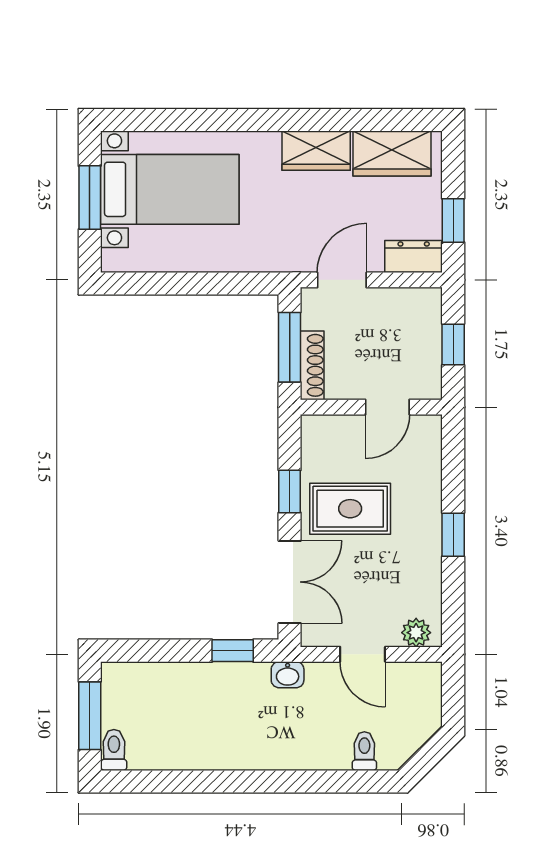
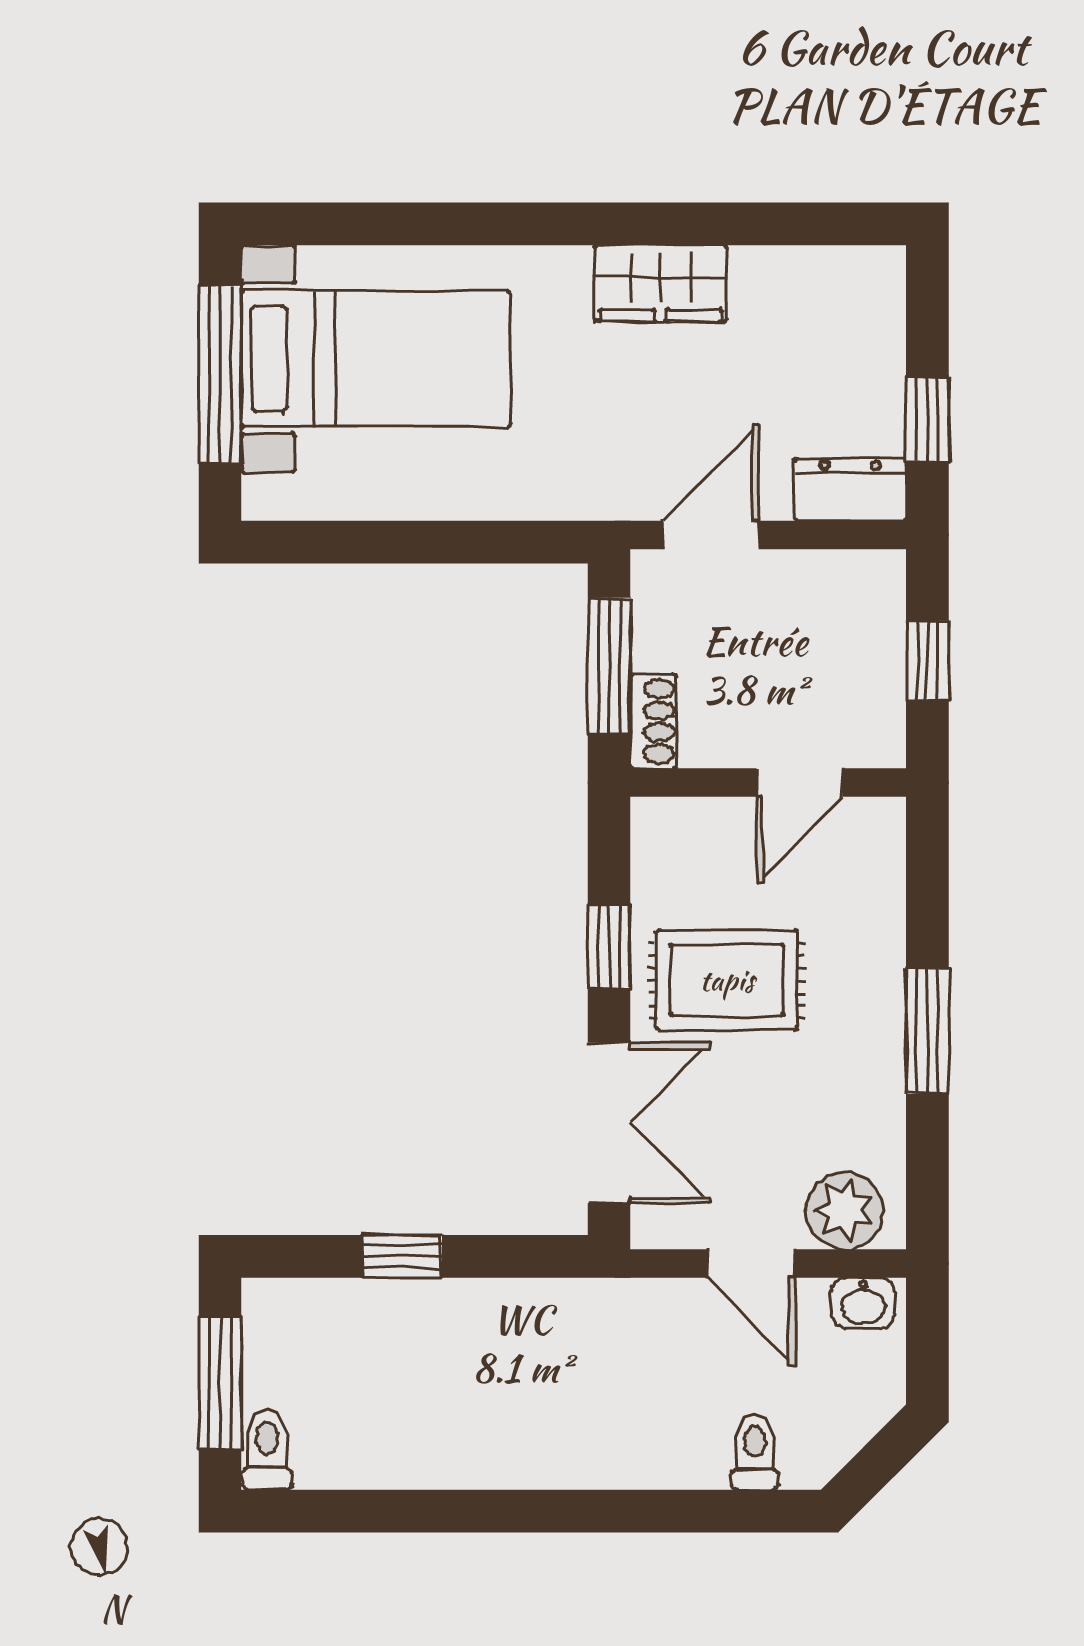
wardrobe: (392, 153) -> (808, 289), removed
window: (90, 198) -> (220, 375), width x1.44
shoe rack: (312, 365) -> (653, 721), width x0.70
window: (453, 535) -> (927, 1031), width x1.50
plant: (416, 633) -> (845, 1211), width x1.38, depth x1.38
window: (233, 651) -> (402, 1256), moved
washbasin: (288, 675) -> (863, 1303), moved

